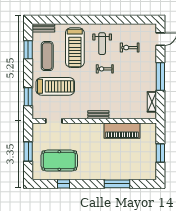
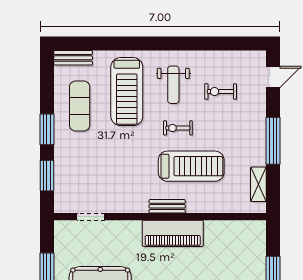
window: (28, 50) -> (47, 129), moved
treadmill: (55, 86) -> (191, 166), moved
piano: (122, 131) -> (173, 233), moved

